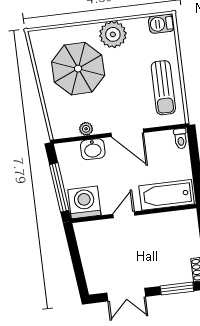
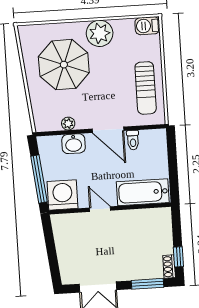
toilet: (181, 139) -> (133, 140), moved
door: (124, 215) -> (100, 209), hinge flipped

